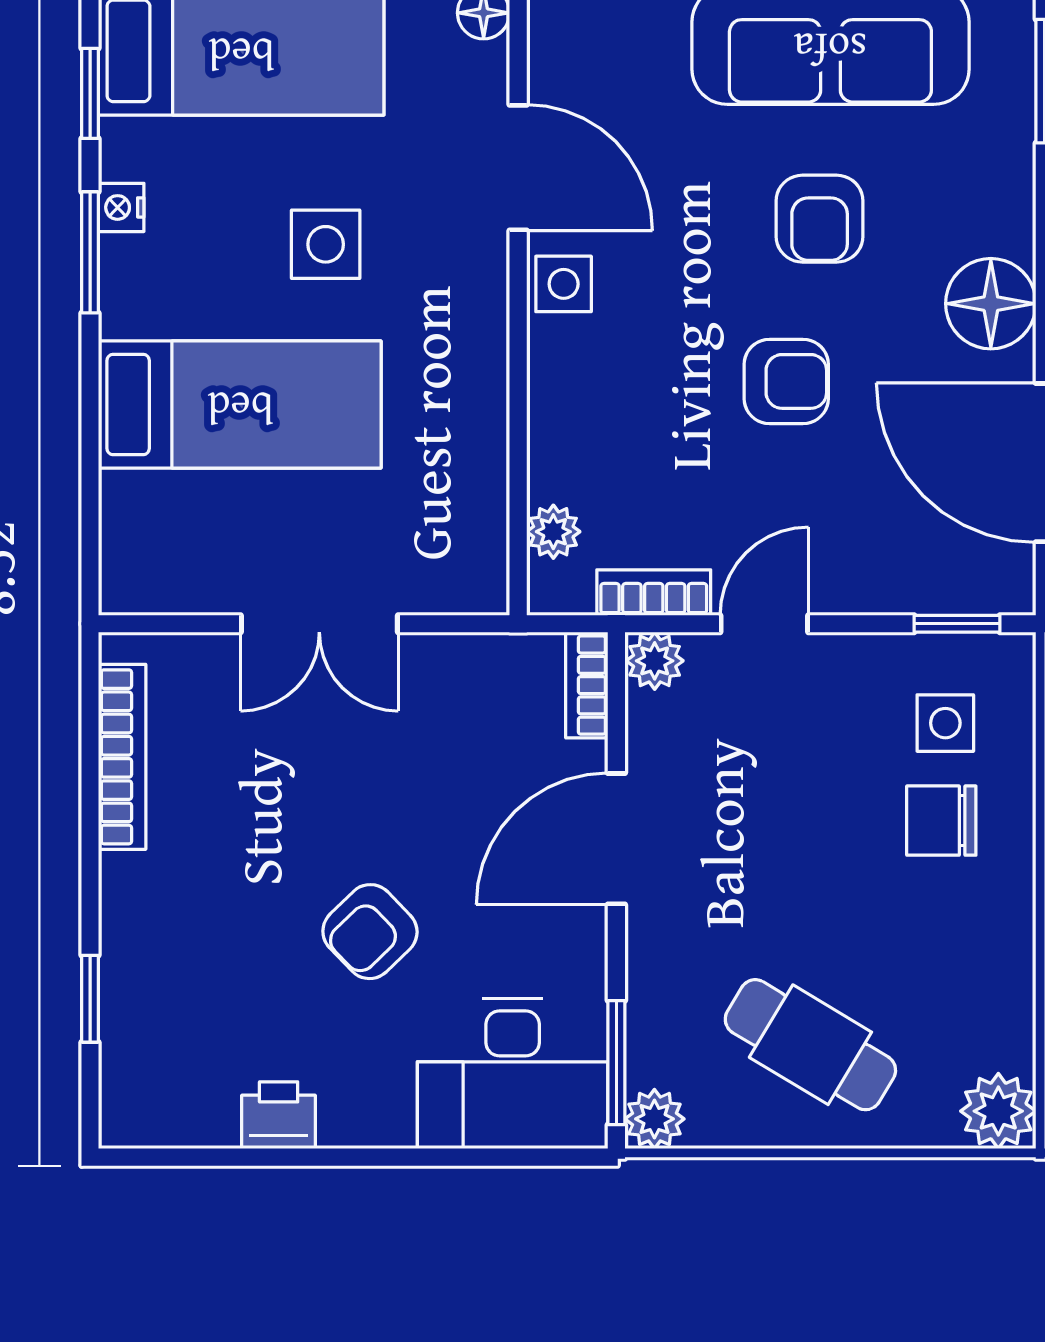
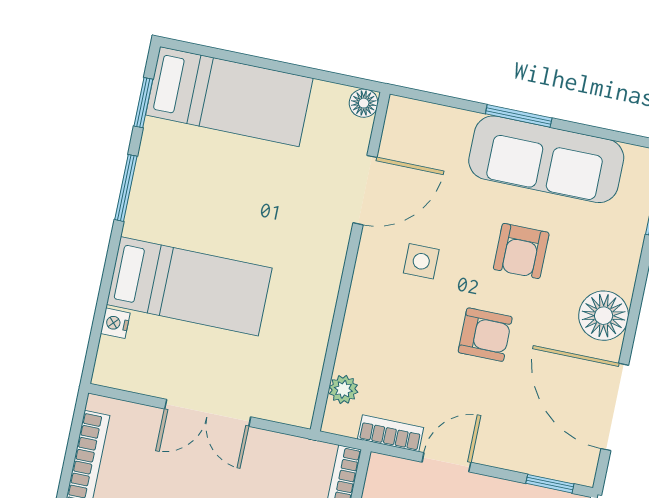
door: (518, 168) -> (365, 190), hinge flipped
nightstand: (121, 207) -> (115, 323), moved
side table: (326, 244) -> (253, 210), removed
side table: (564, 284) -> (421, 261), moved
plant: (655, 661) -> (383, 470), removed

